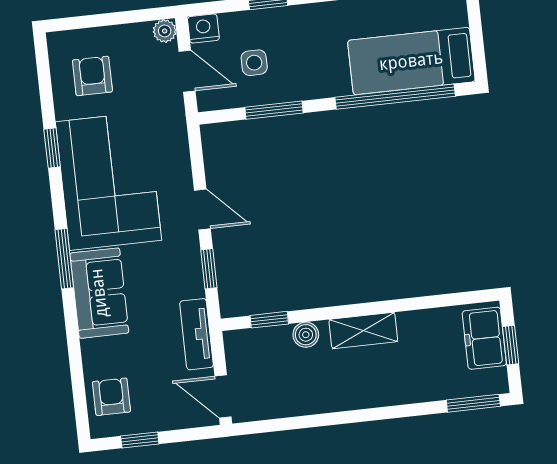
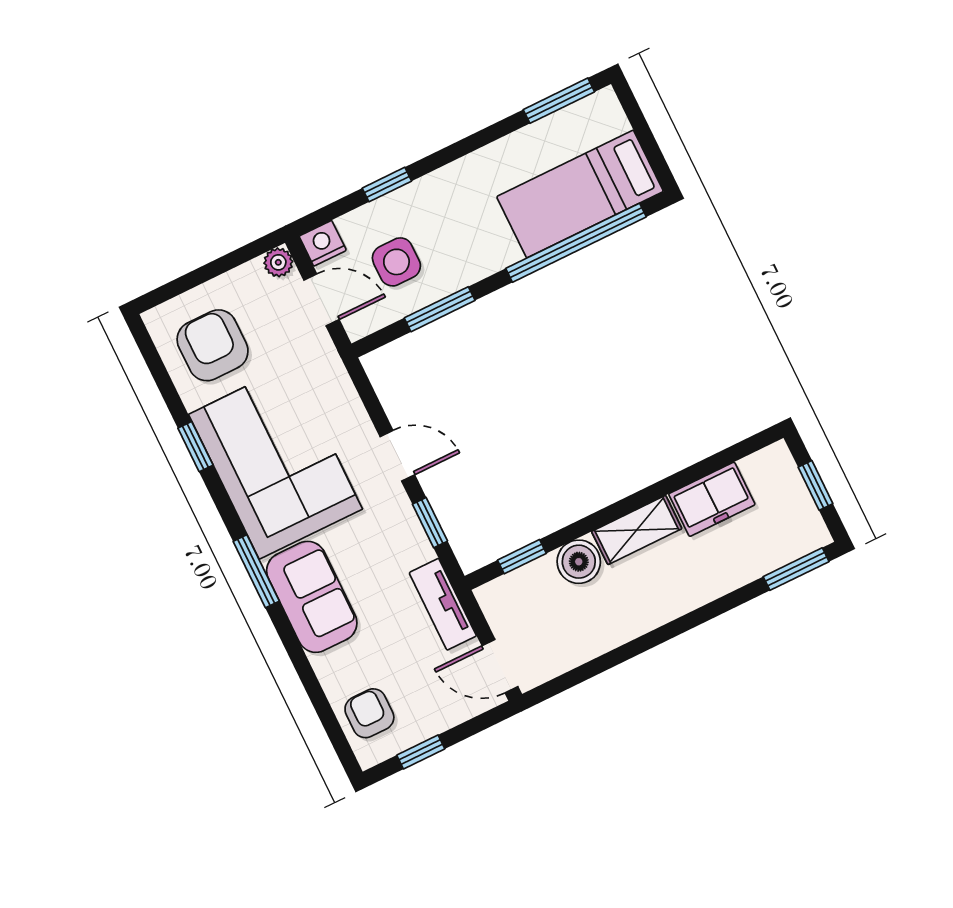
side table: (254, 63) -> (396, 262), width x1.37, depth x1.37
armchair: (92, 76) -> (213, 345), width x1.38, depth x1.38
boiler: (306, 335) -> (579, 562), width x1.36, depth x1.36
freezer: (484, 338) -> (712, 499), moved, turned -90

